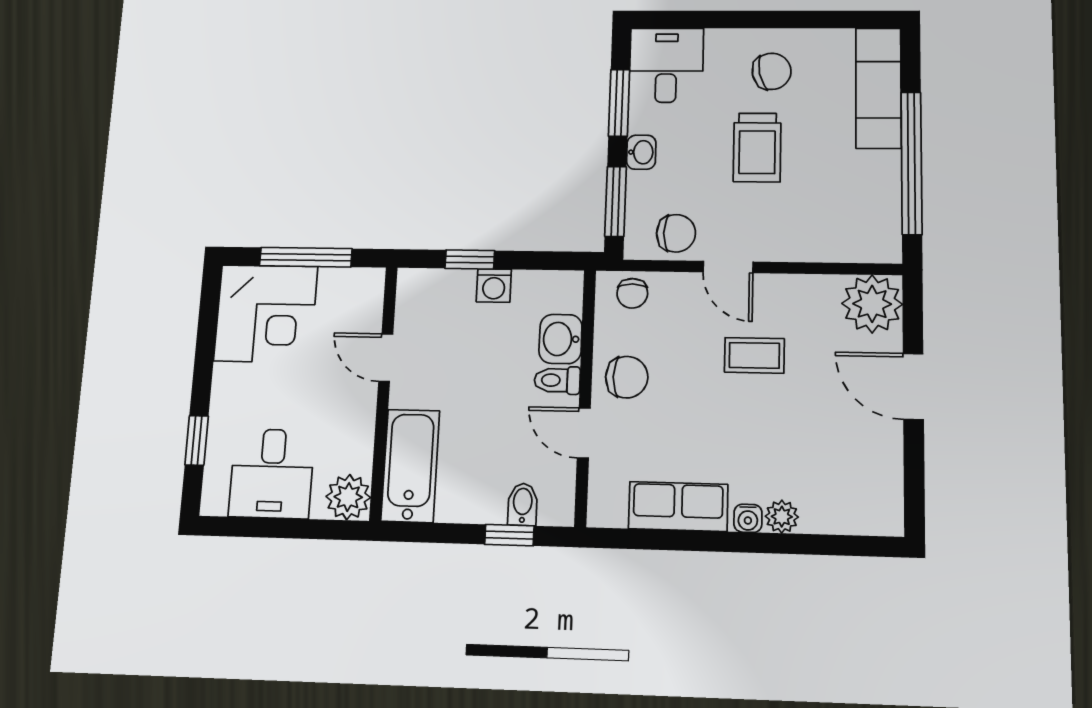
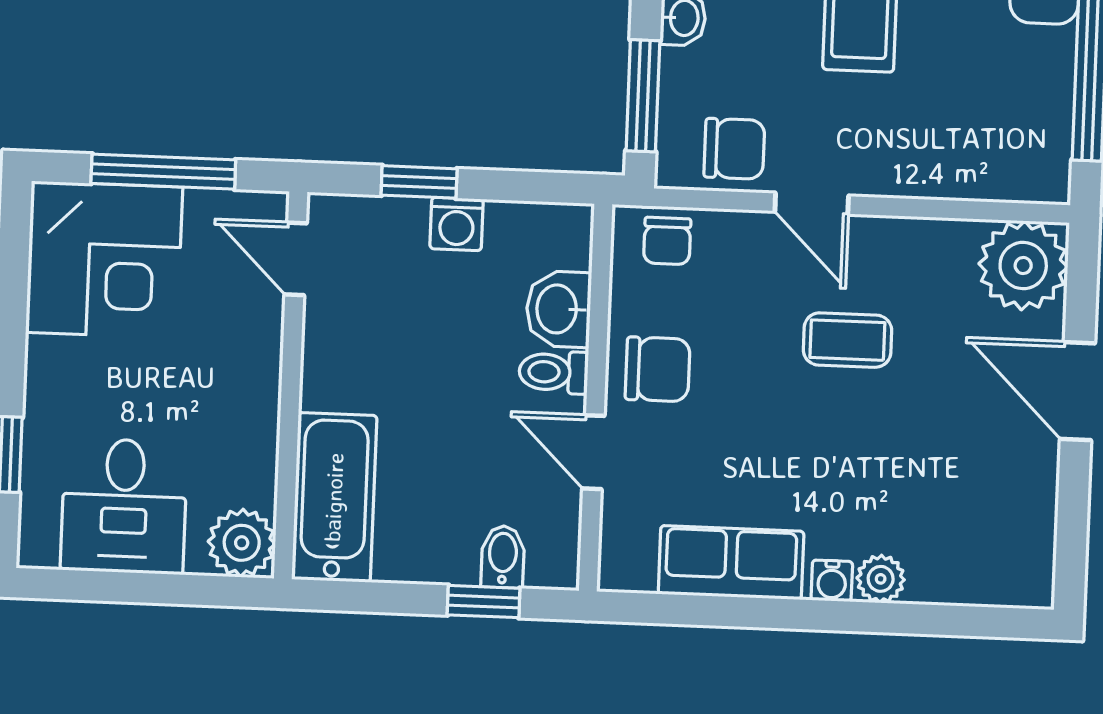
door: (386, 358) -> (296, 259), moved

